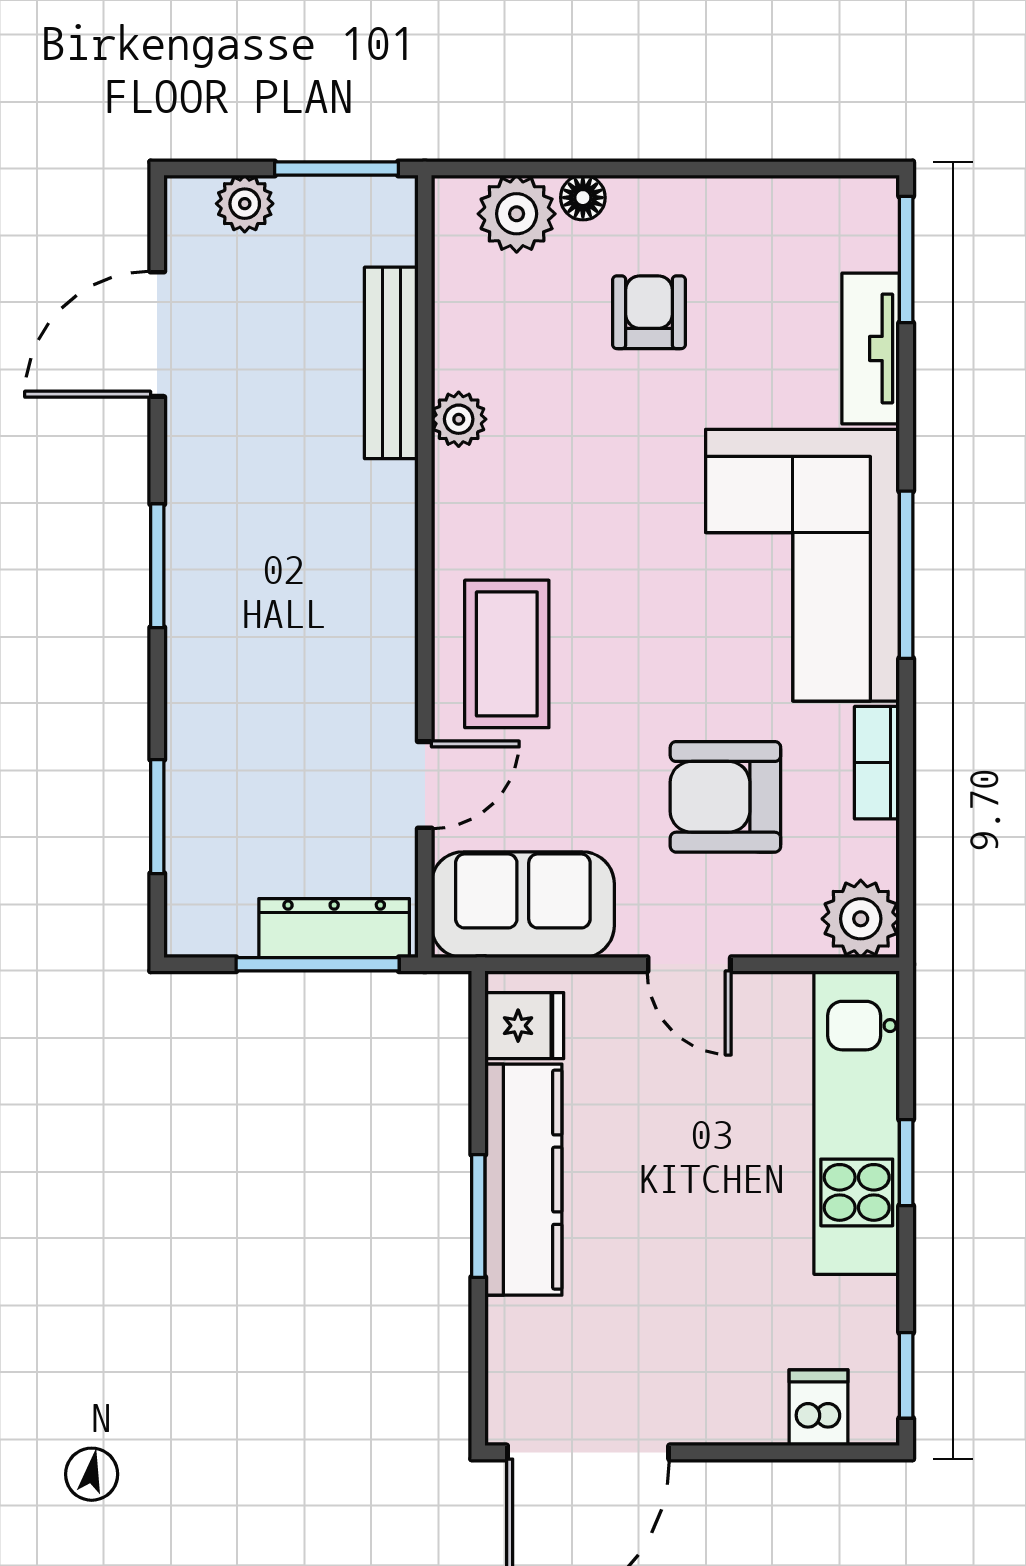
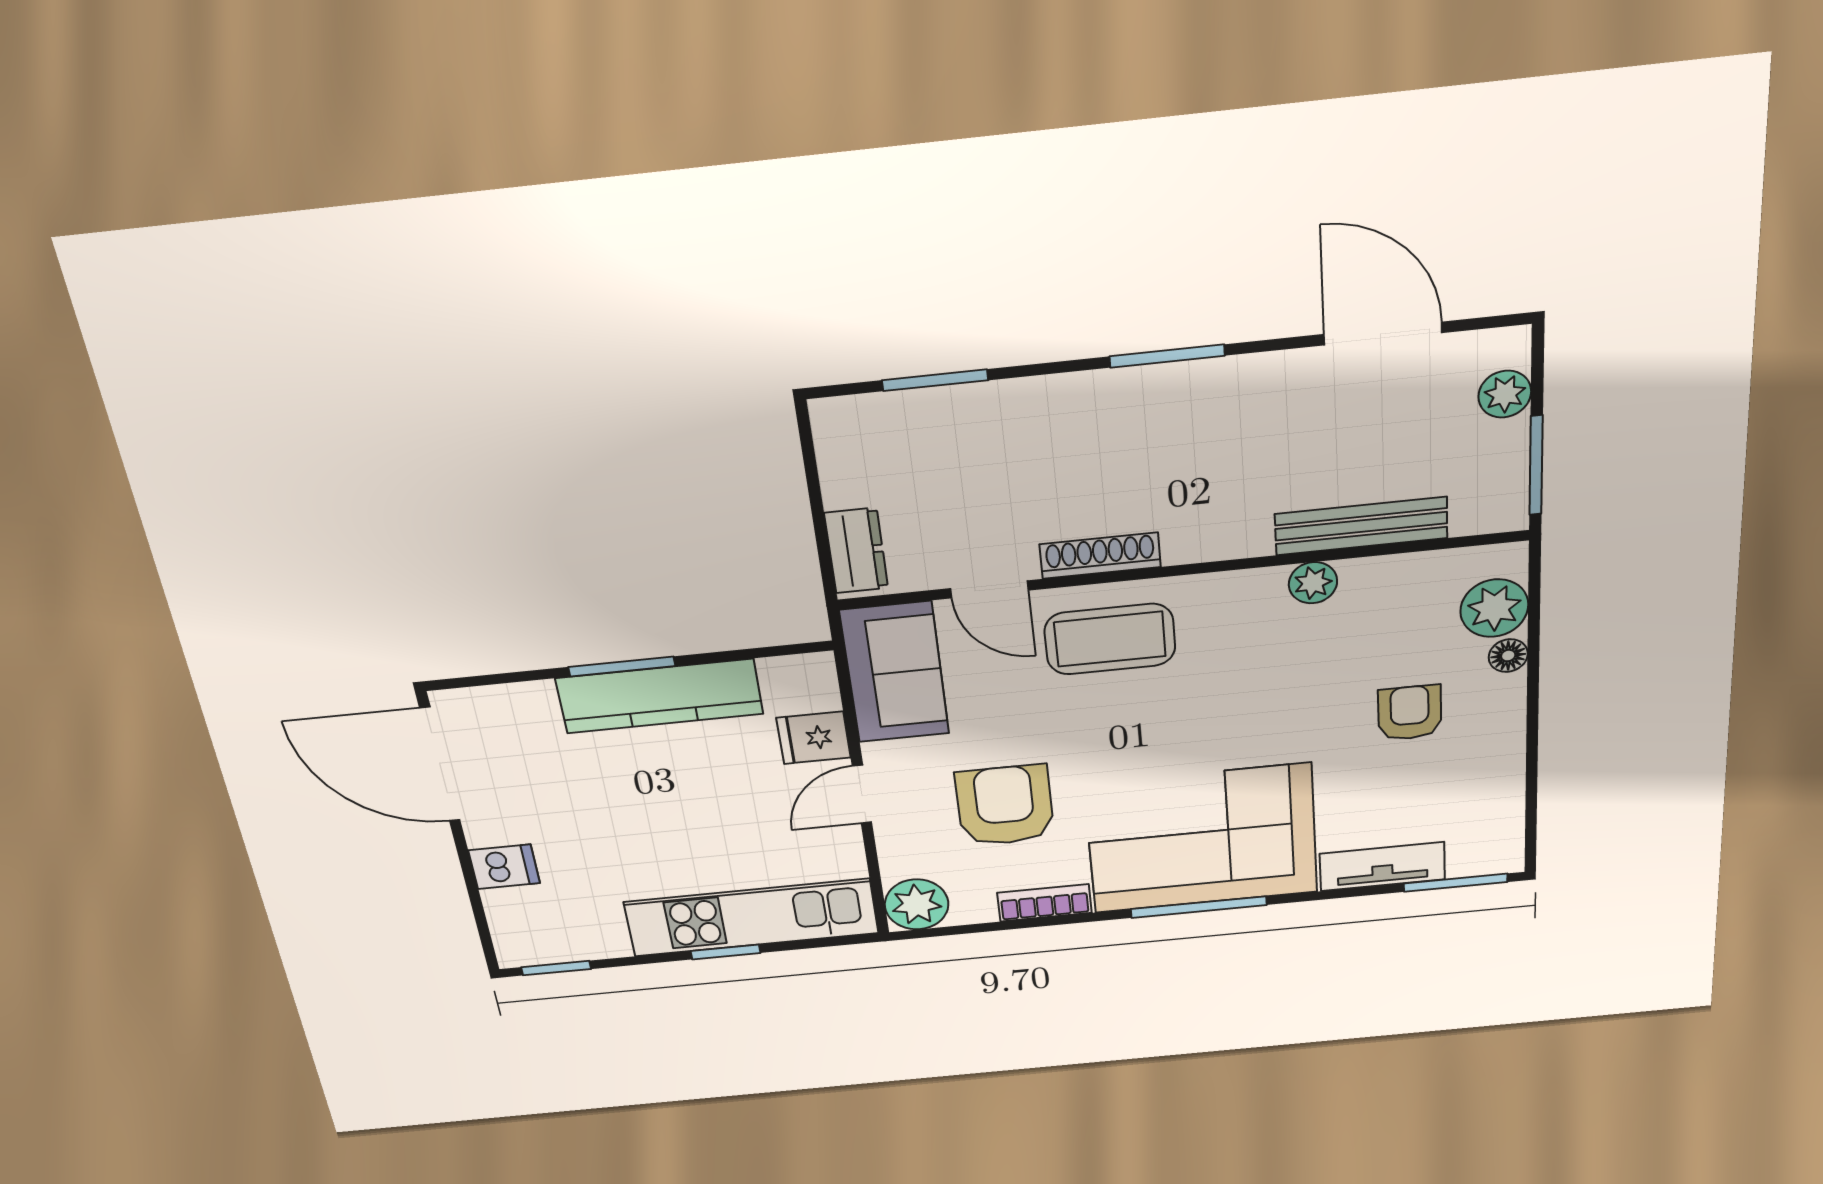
armchair: (649, 312) -> (1410, 713), turned -90
shoe rack: (395, 657) -> (1100, 556), added
dresser: (334, 928) -> (856, 551), width x0.70
window: (318, 964) -> (820, 523), removed
fridge: (524, 1026) -> (814, 738), moved, turned 90
dishwasher: (819, 1408) -> (504, 867), moved

